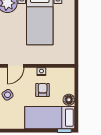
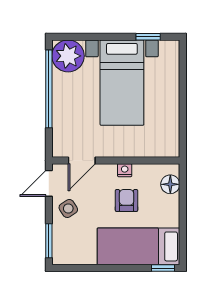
floor lamp: (69, 100) -> (170, 184), moved

